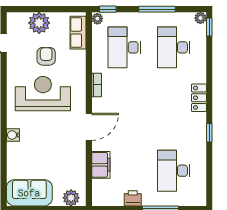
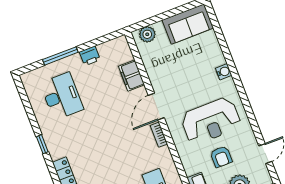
bookcase: (97, 85) -> (159, 135), moved

